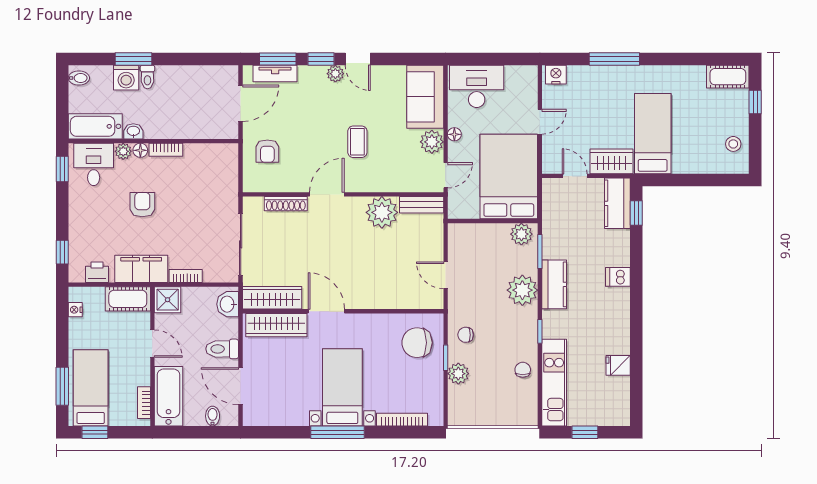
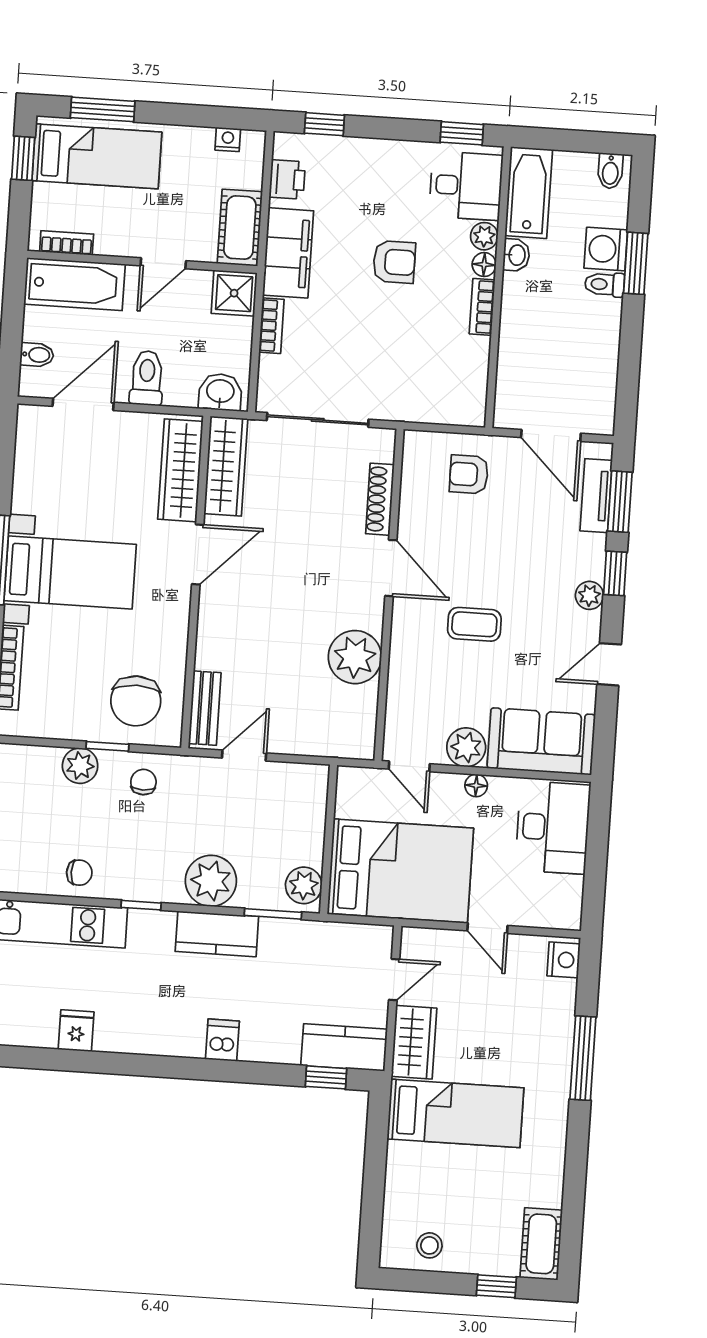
door: (358, 59) -> (609, 664), moved
bench: (422, 205) -> (205, 708), moved
chair: (417, 343) -> (136, 701), turned 180

